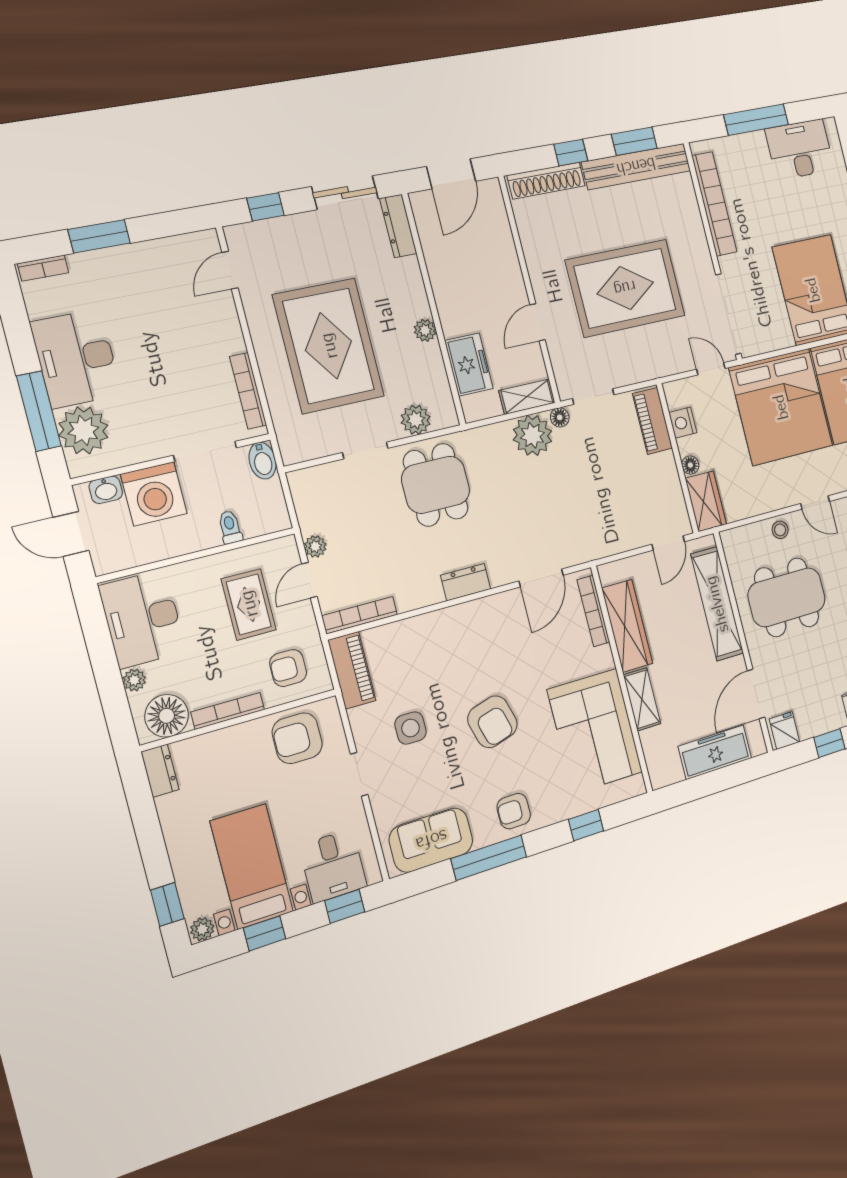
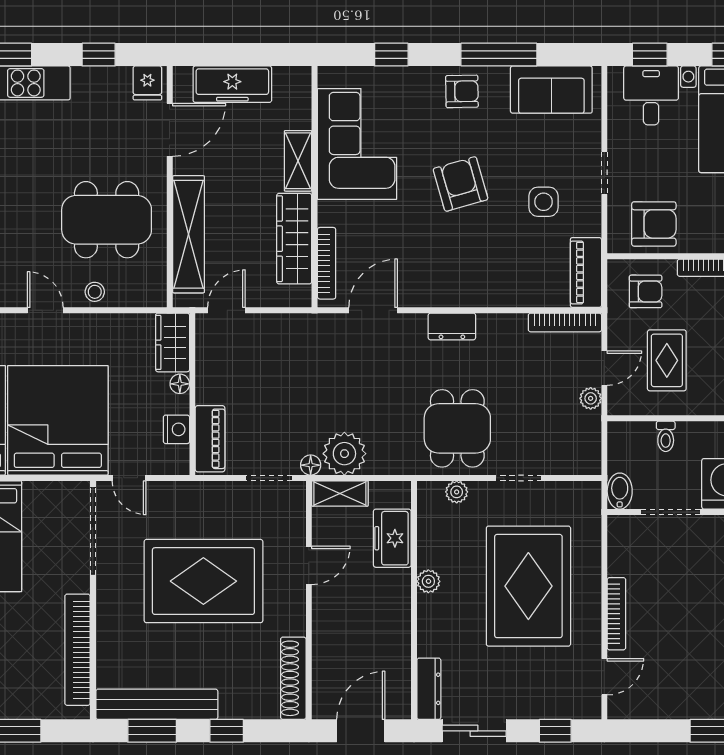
shoe rack: (546, 181) -> (293, 678), moved, turned -90
bookcase: (248, 391) -> (616, 614), moved
plant: (416, 420) -> (457, 492), width x0.73, depth x0.73

